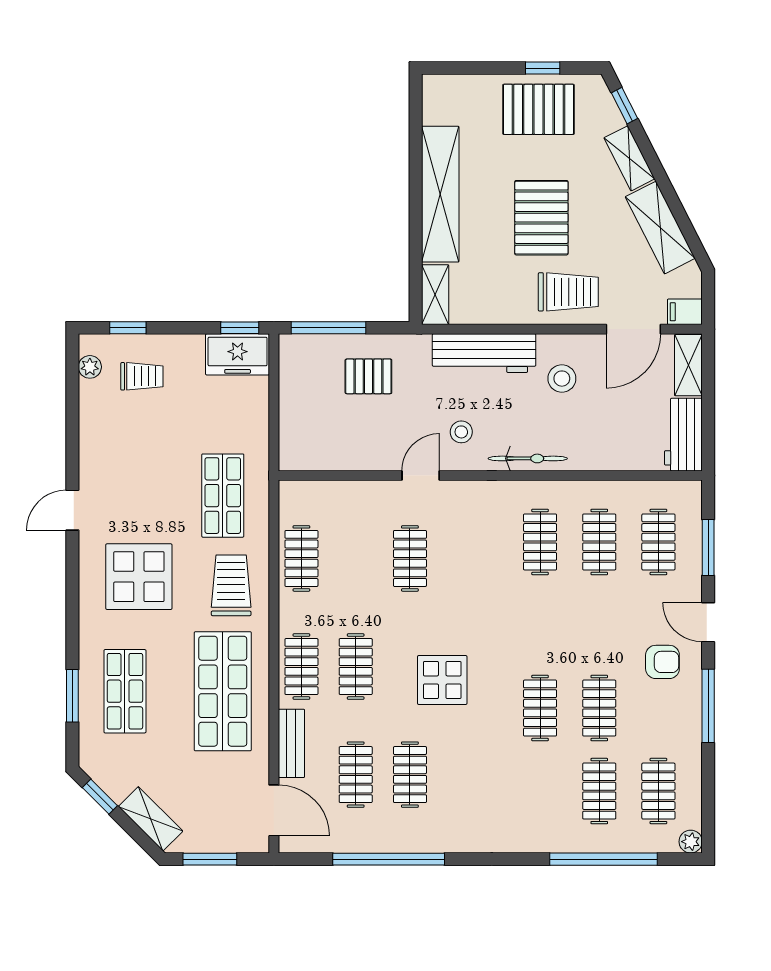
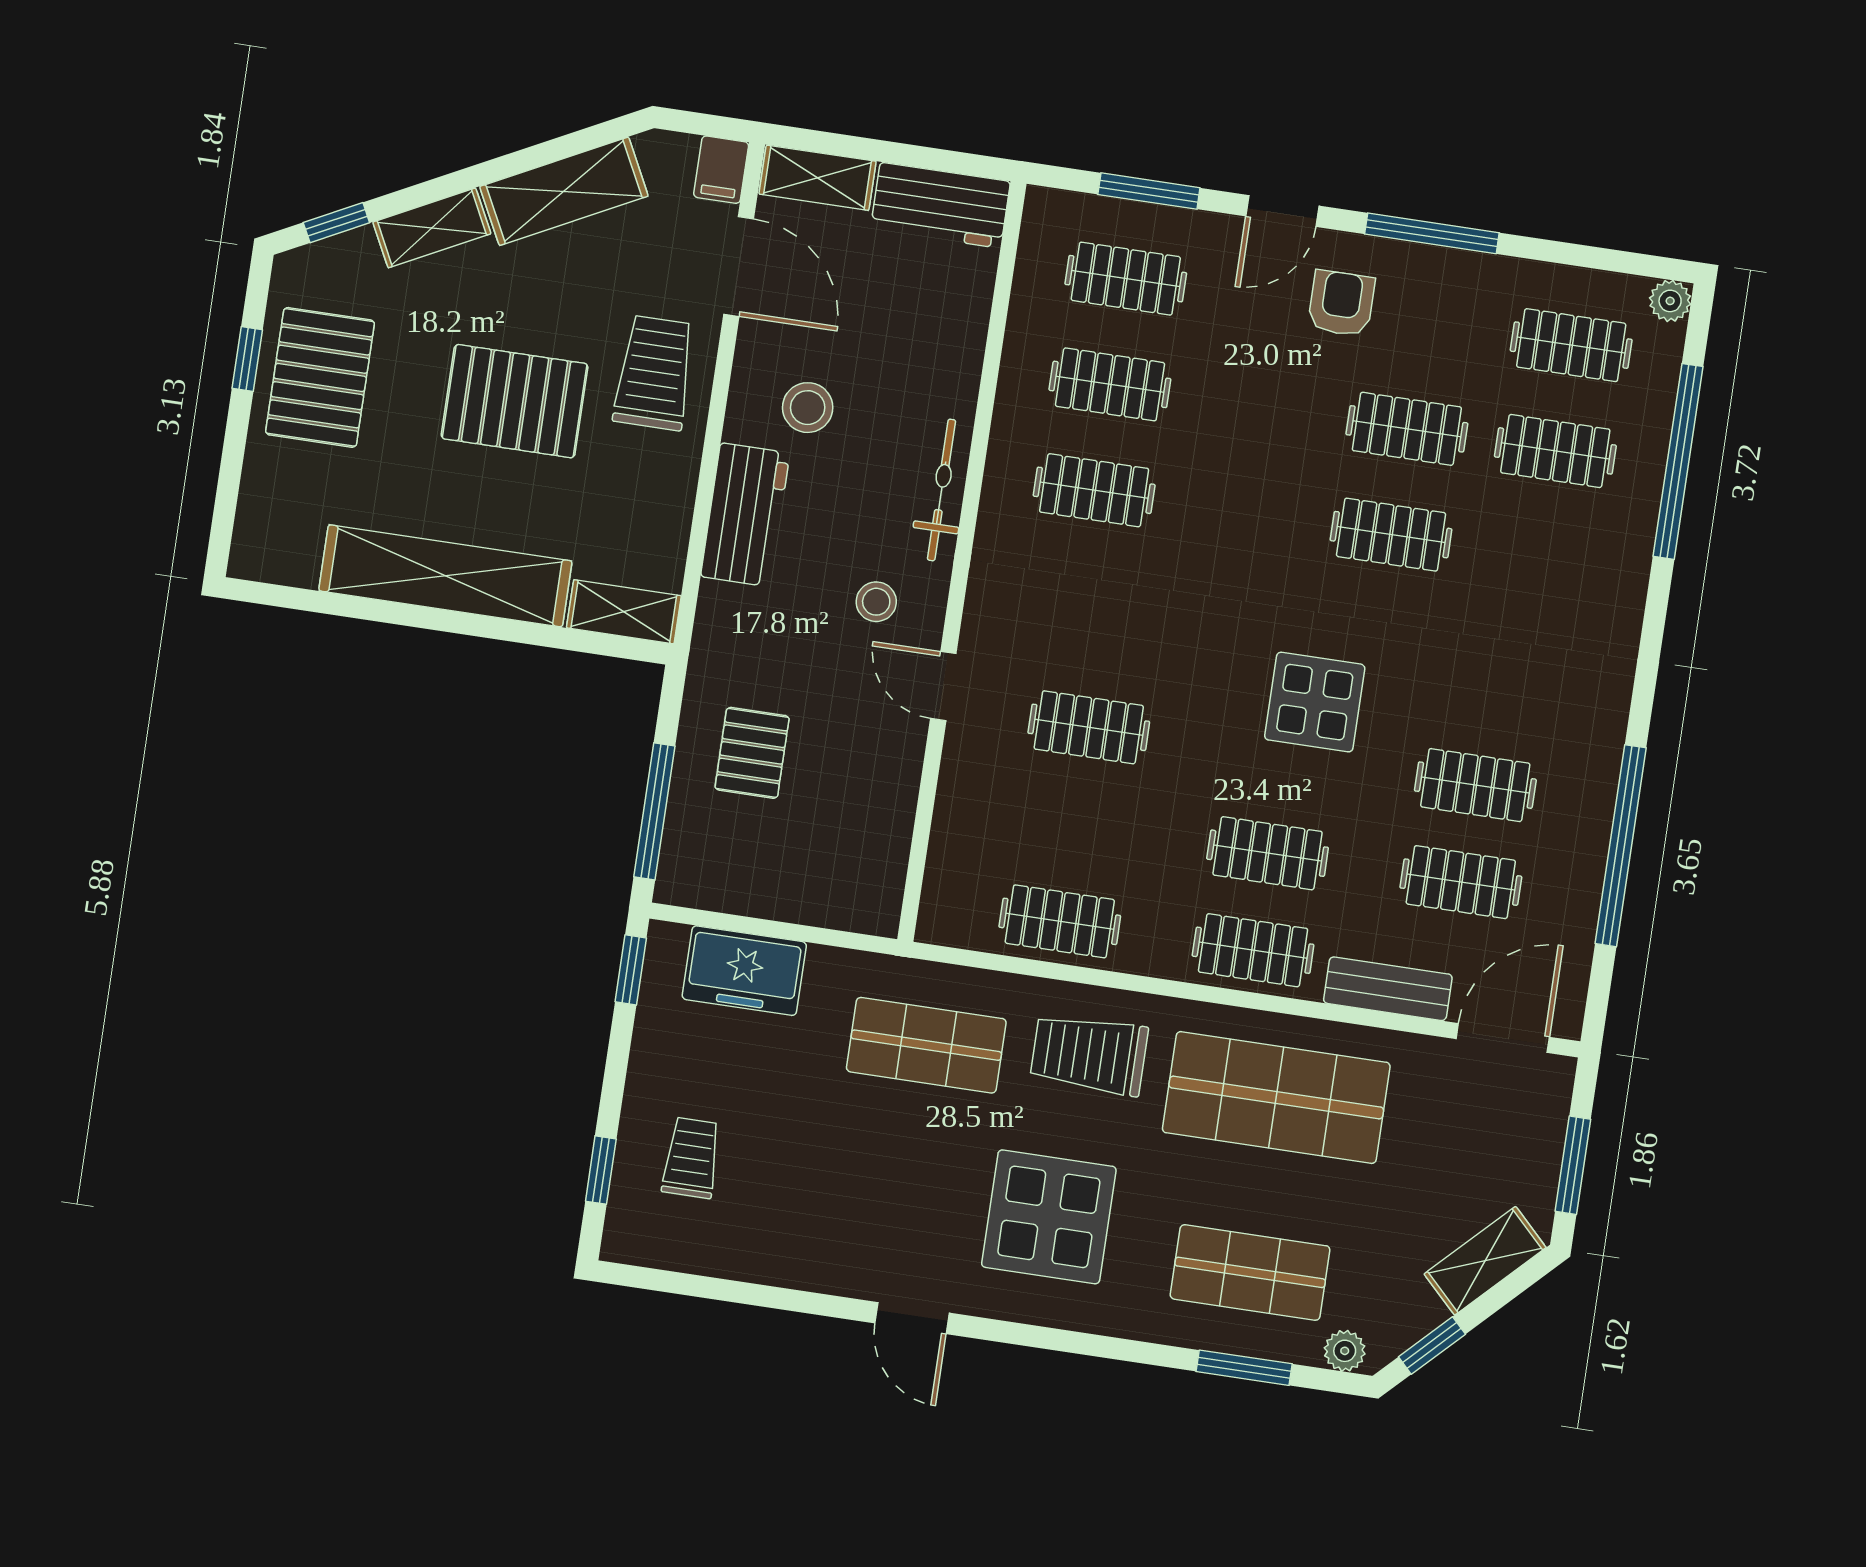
workbench: (484, 353) -> (745, 515), width x0.73
freezer: (238, 354) -> (744, 971), moved, turned 90
plant: (90, 367) -> (1345, 1351), moved

